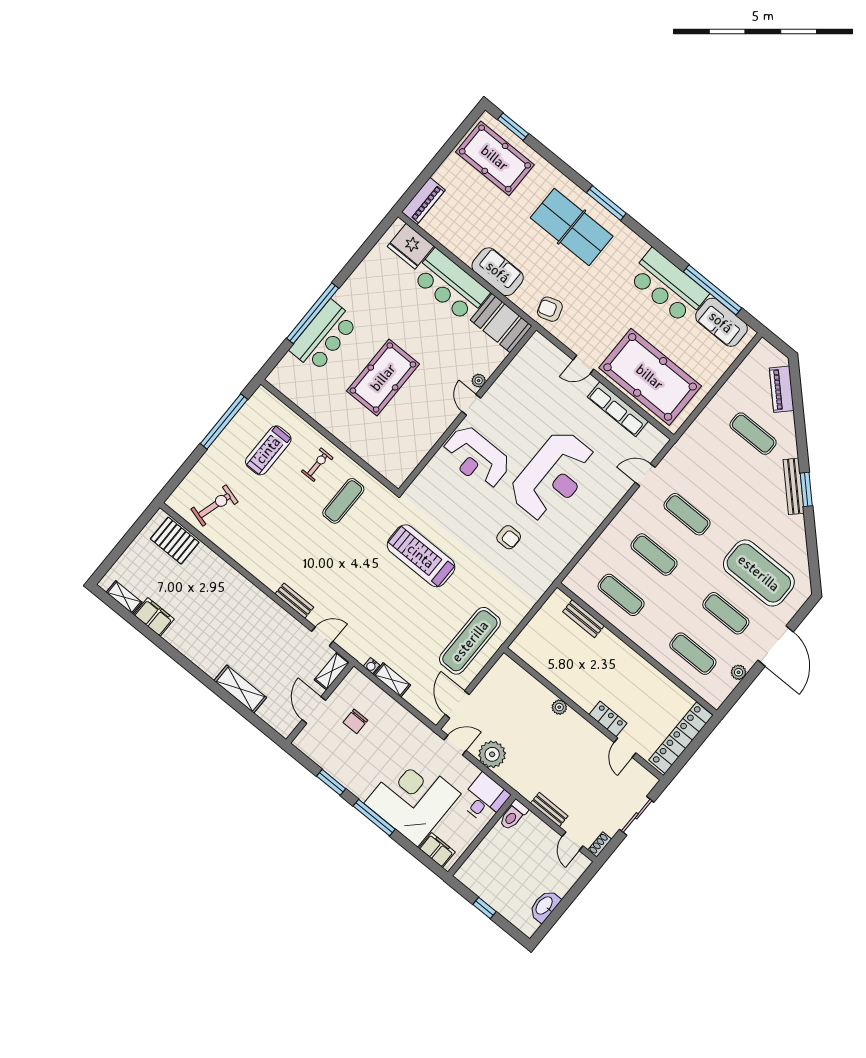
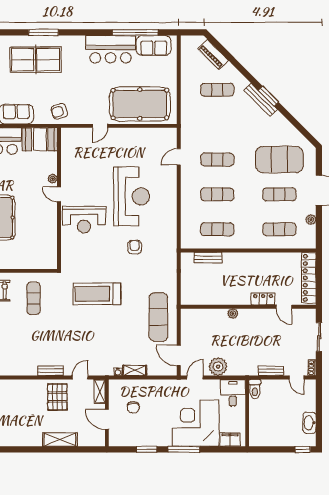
row of seats: (618, 409) -> (137, 134), removed
armchair: (509, 537) -> (135, 247), turned -90
pallet: (278, 637) -> (57, 397), added
window: (485, 908) -> (303, 449), moved

